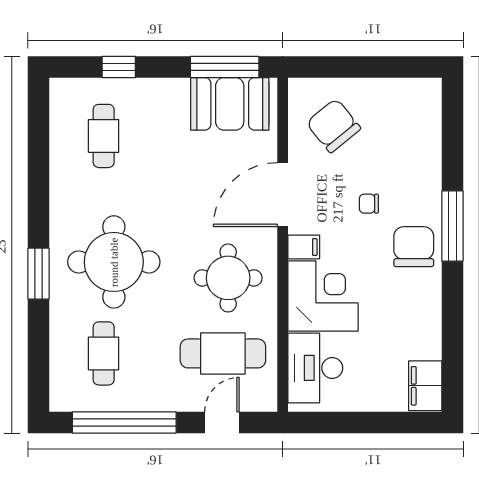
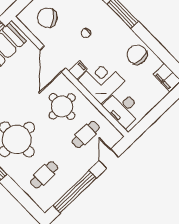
chair: (414, 247) -> (137, 55), moved
cafe table: (104, 353) -> (44, 175), turned 90
cafe table: (223, 353) -> (86, 134), width x0.73, depth x0.74

